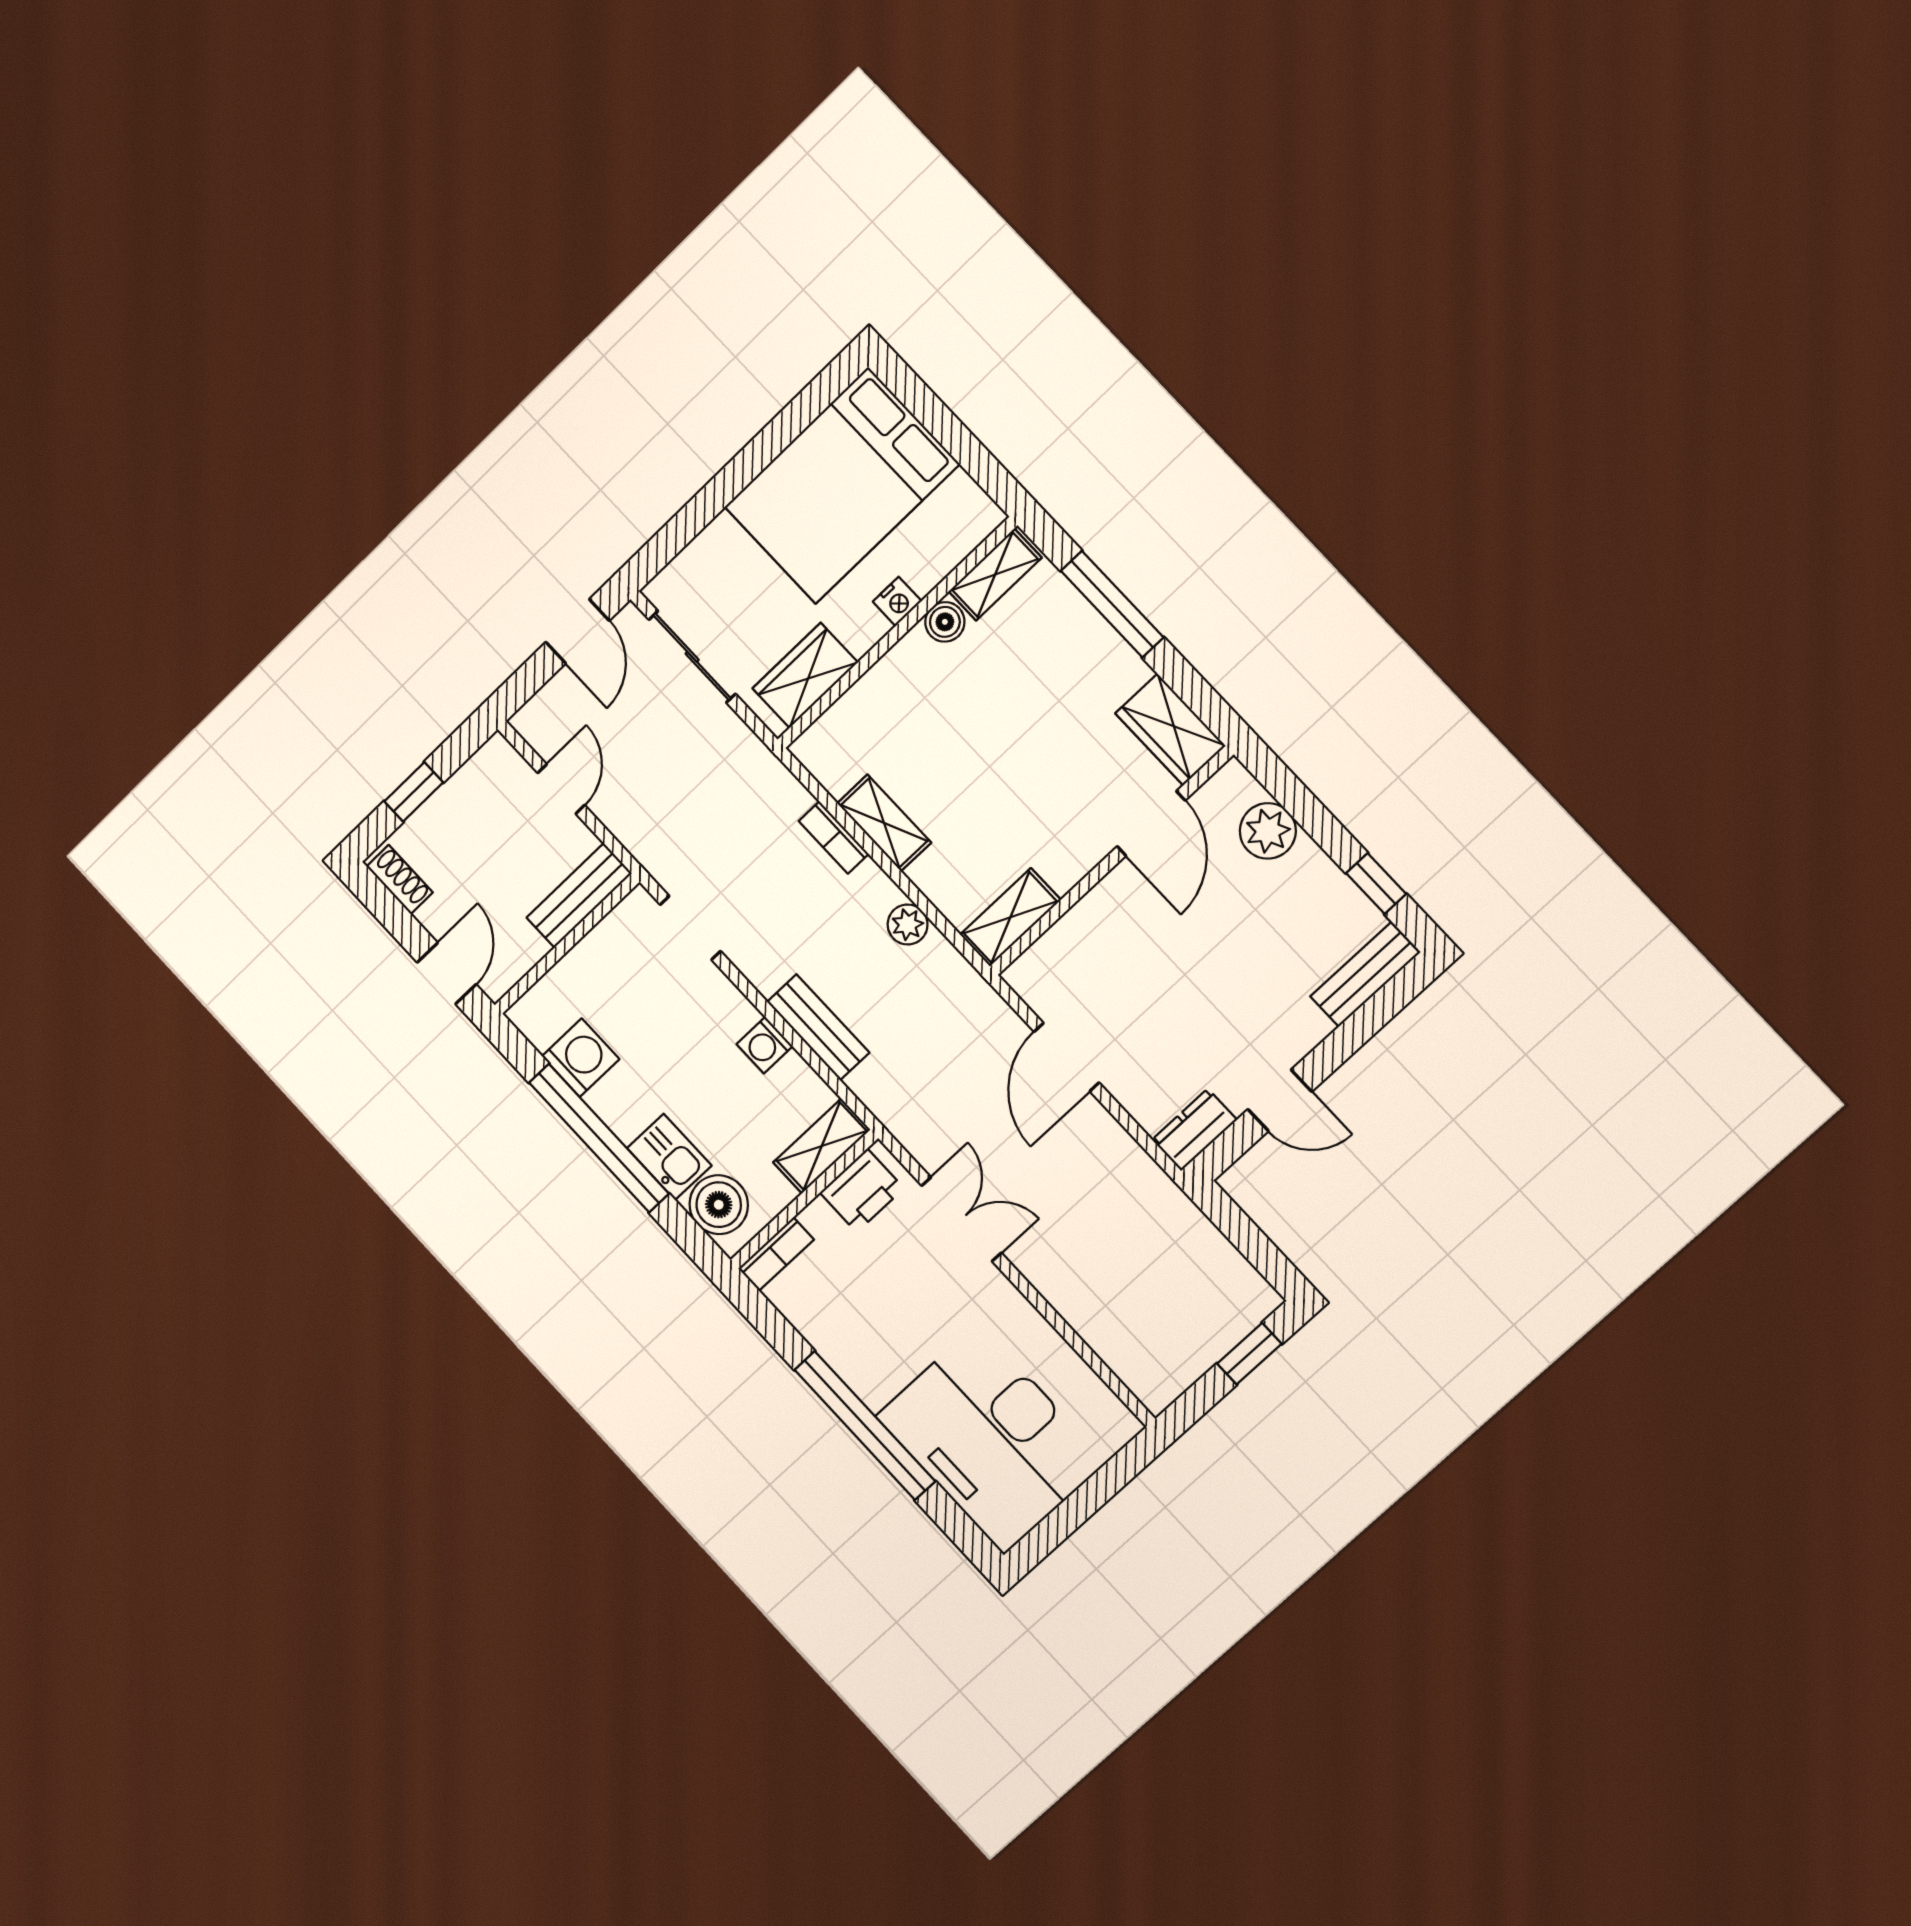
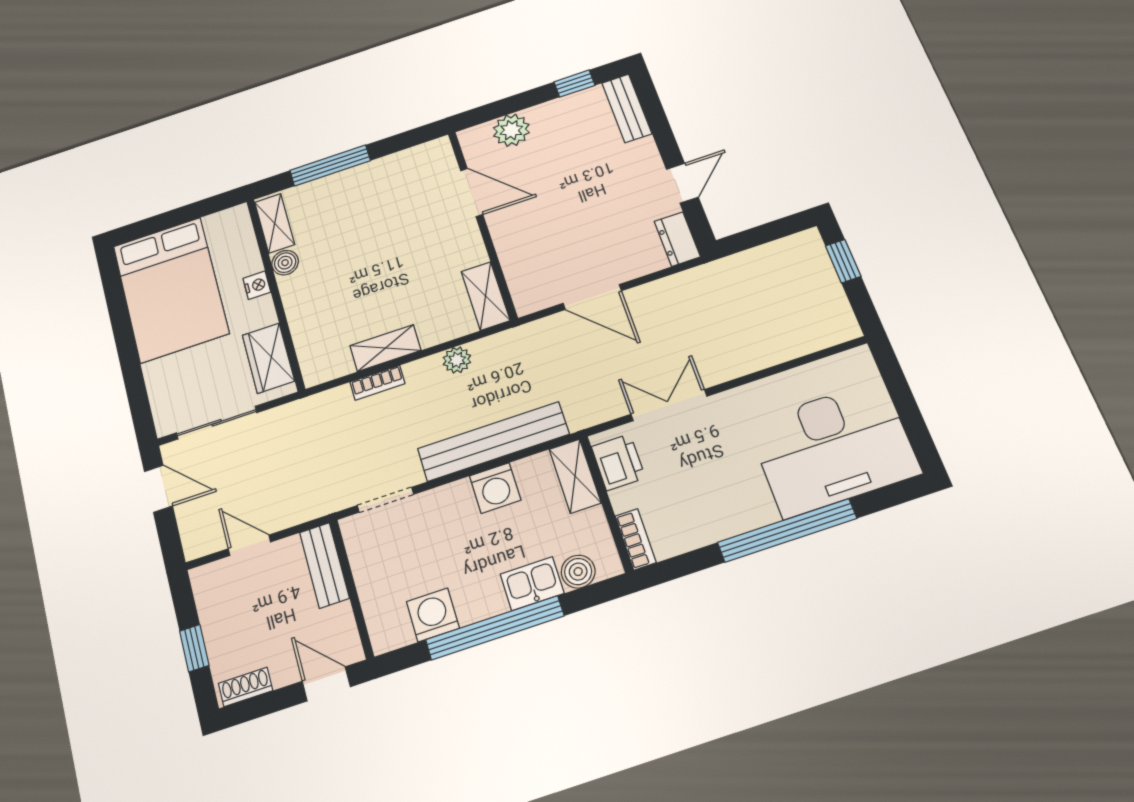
wardrobe: (1170, 729) -> (421, 161), removed
bench: (818, 1027) -> (493, 441), width x1.86, depth x1.21
washing machine: (765, 1045) -> (495, 488), width x1.38, depth x1.38
boiler: (719, 1205) -> (578, 572), width x0.73, depth x0.73

